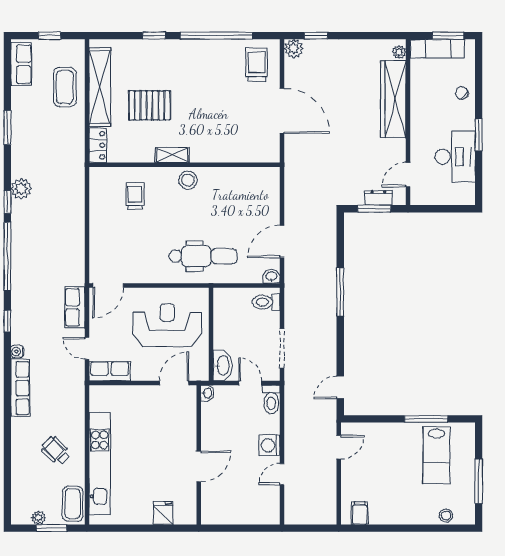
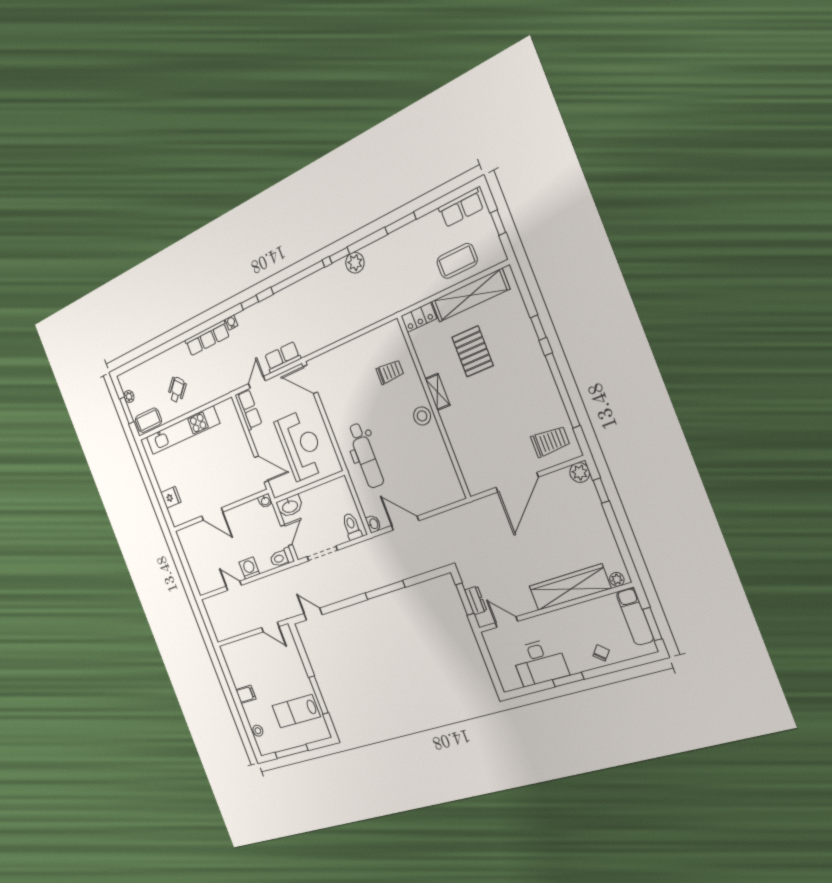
filing cabinet: (360, 513) -> (246, 694), moved

